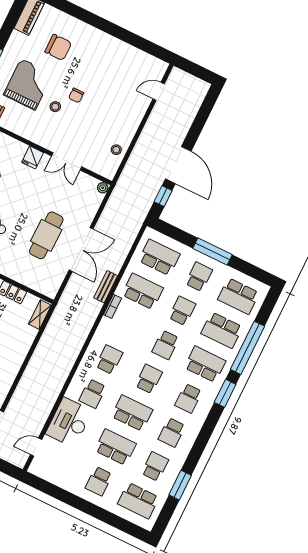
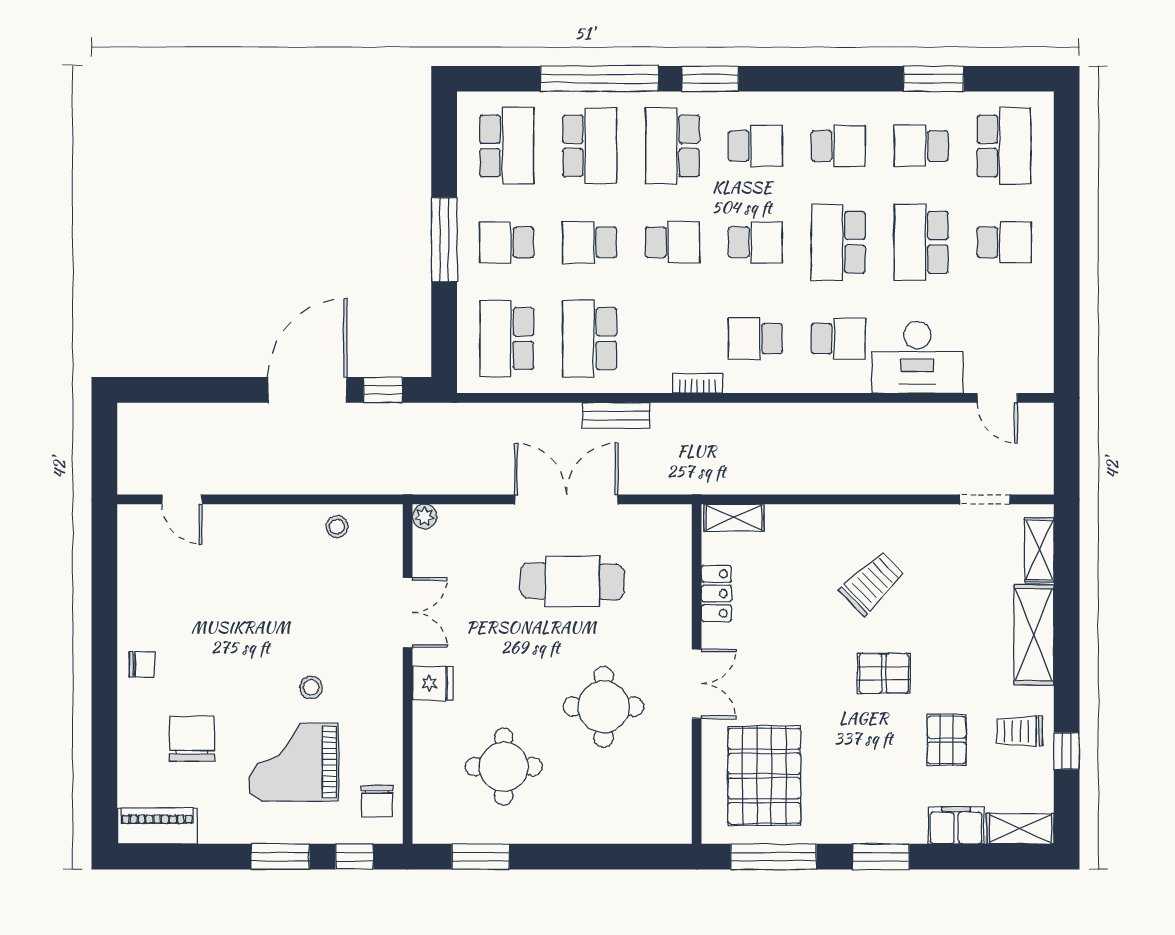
chair: (76, 95) -> (142, 665), moved
bookcase: (113, 306) -> (697, 383), moved
school desk: (149, 379) -> (755, 242), turned 180

